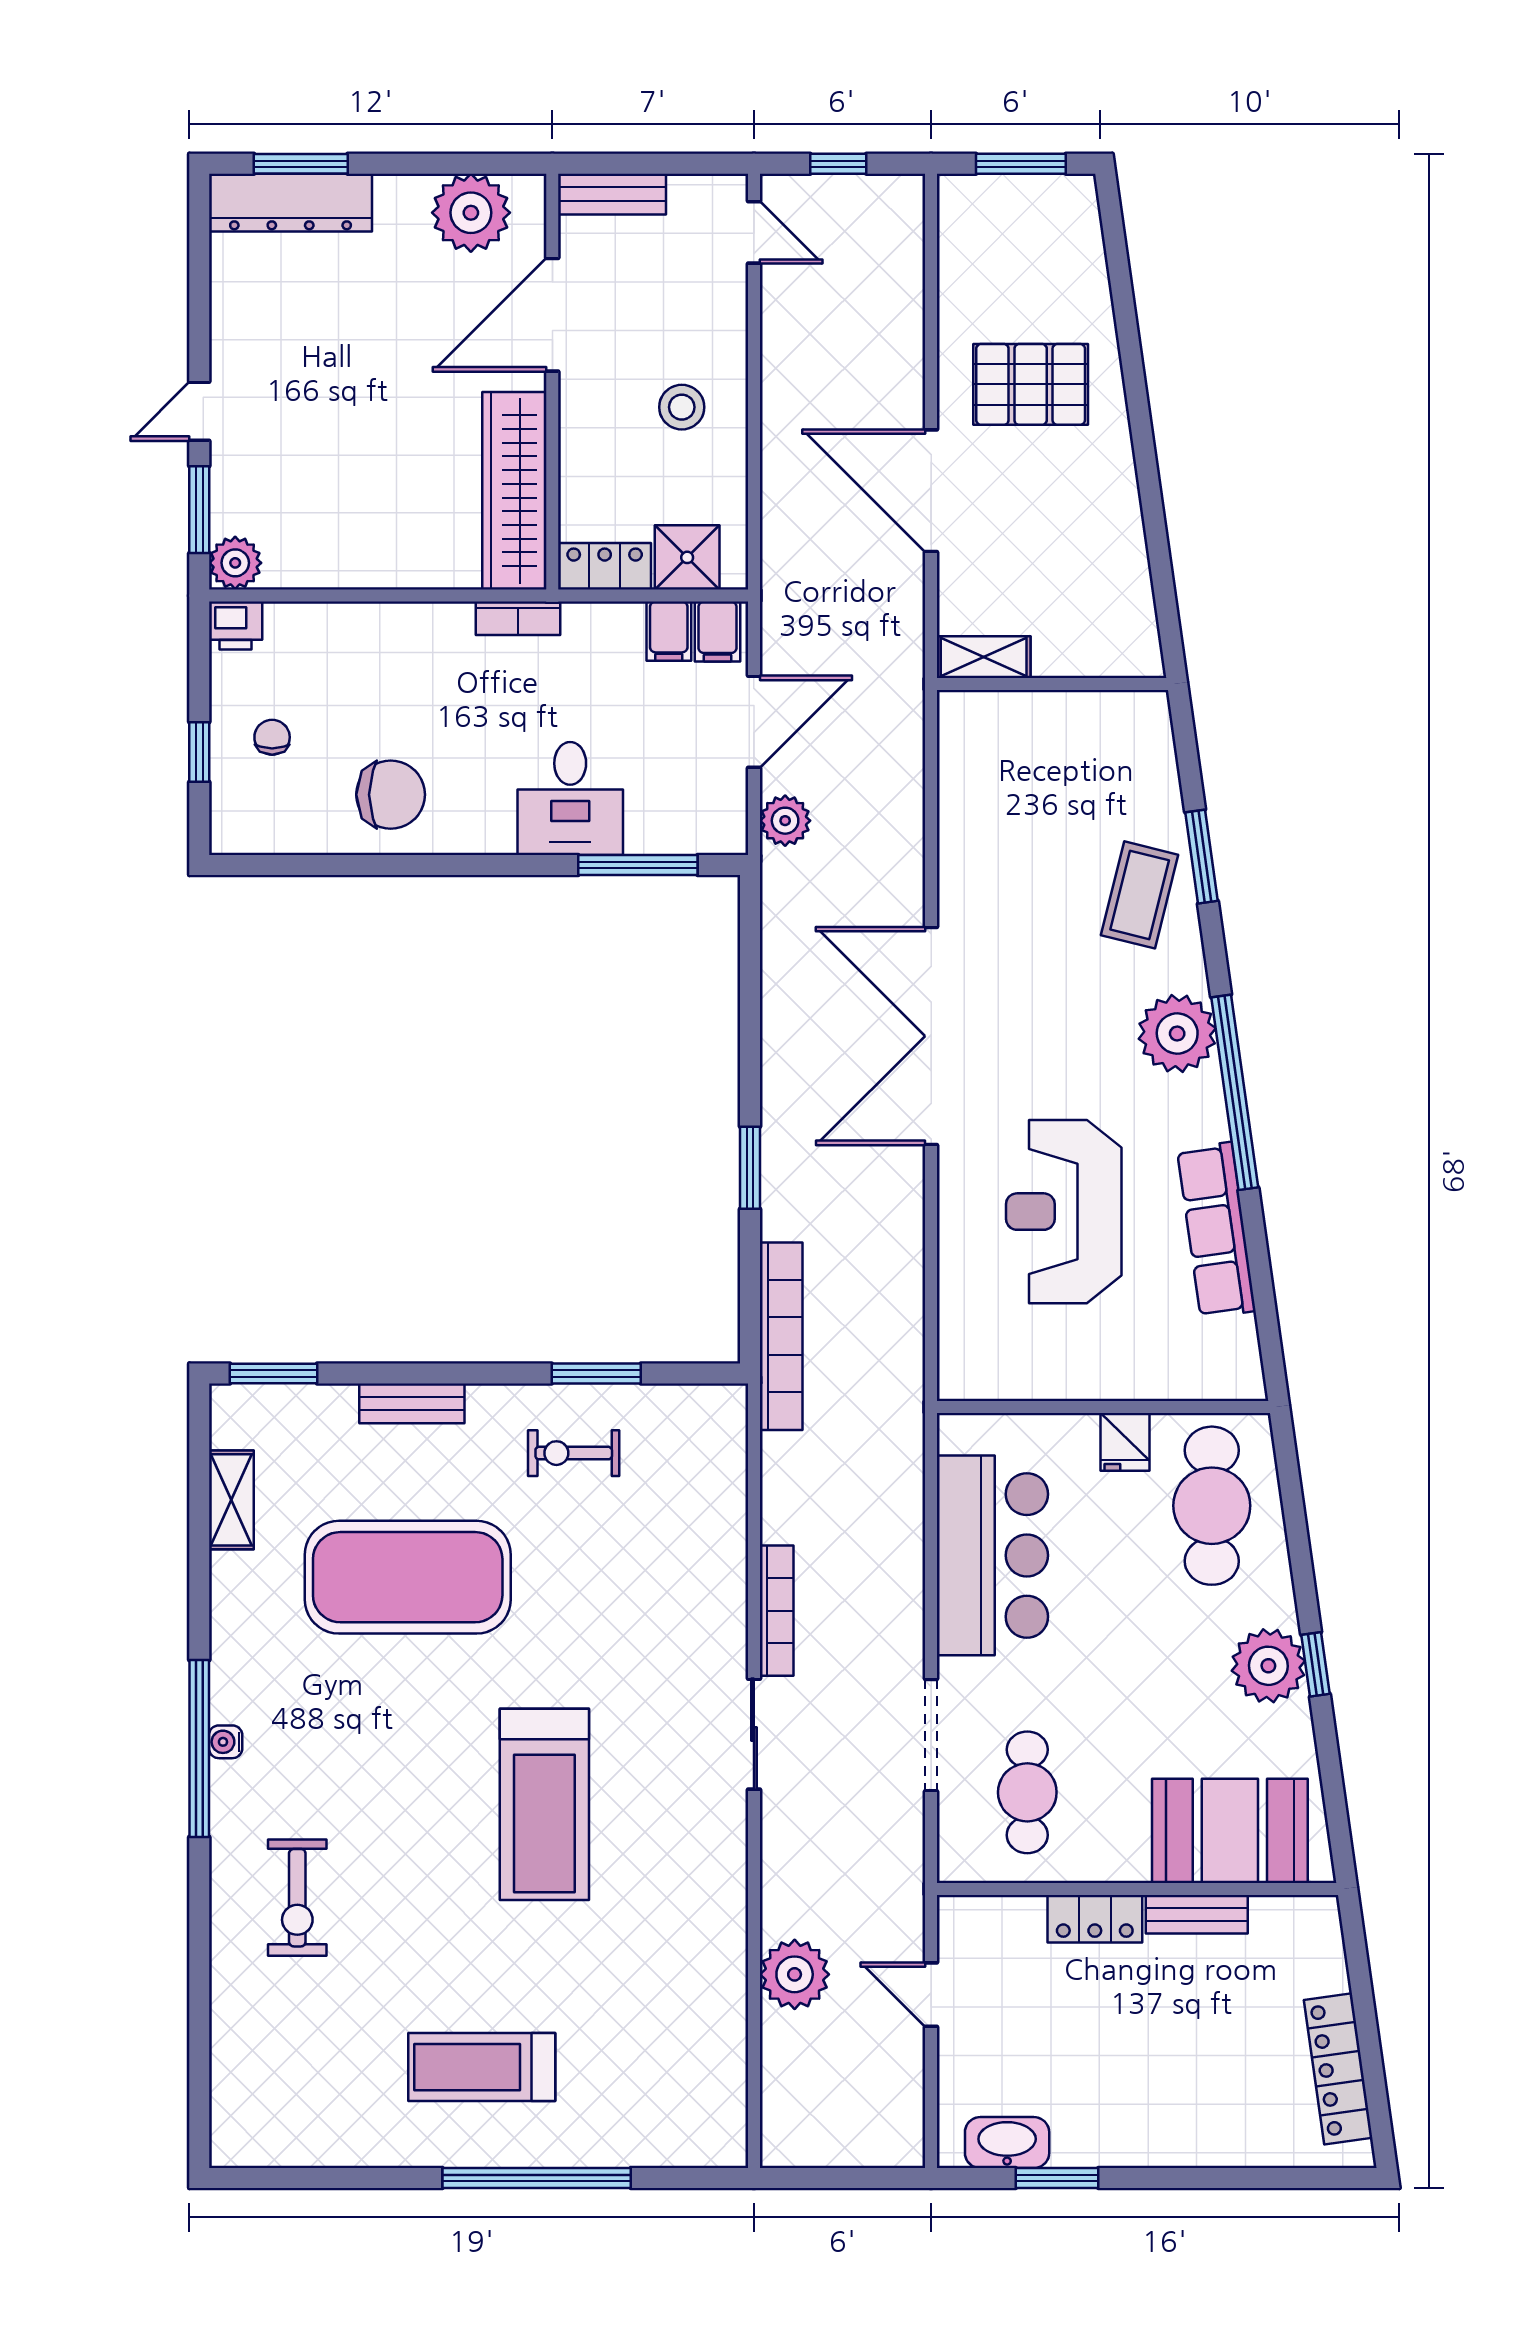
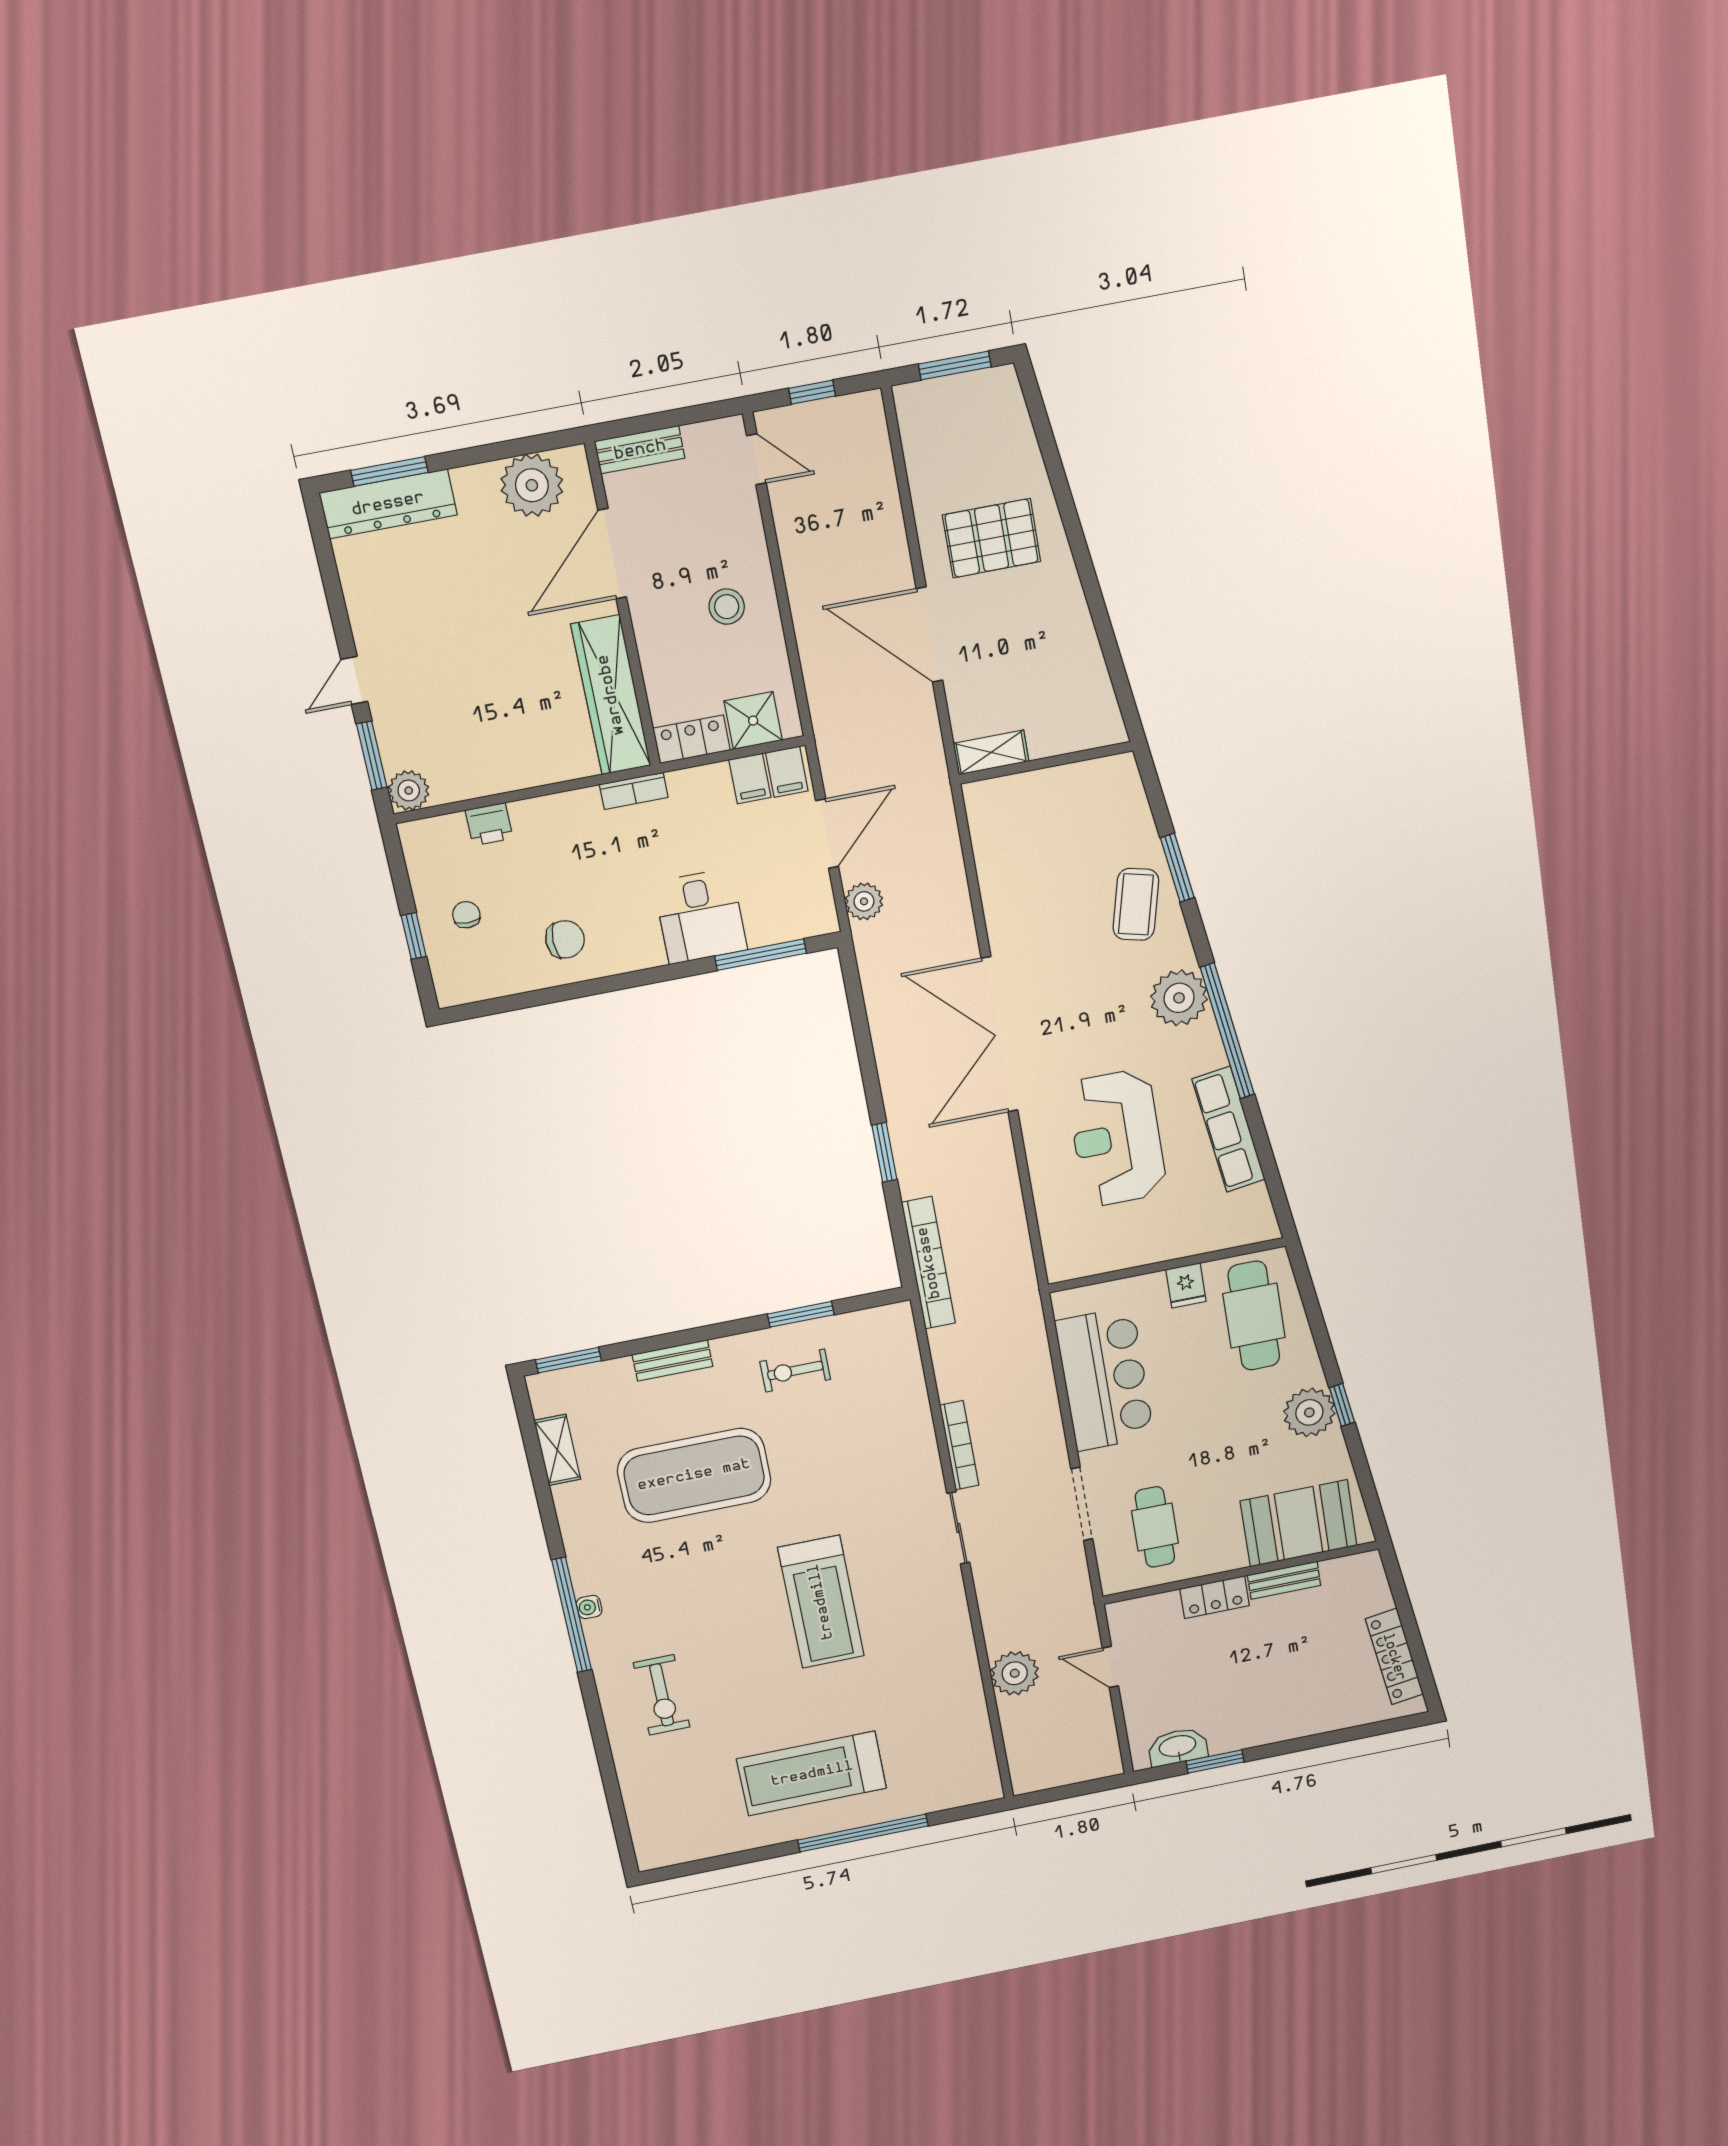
printer: (236, 626) -> (489, 824), moved
chair: (391, 795) -> (565, 939), width x0.73, depth x0.73
treadmill: (482, 2067) -> (812, 1774), width x1.37, depth x1.38

